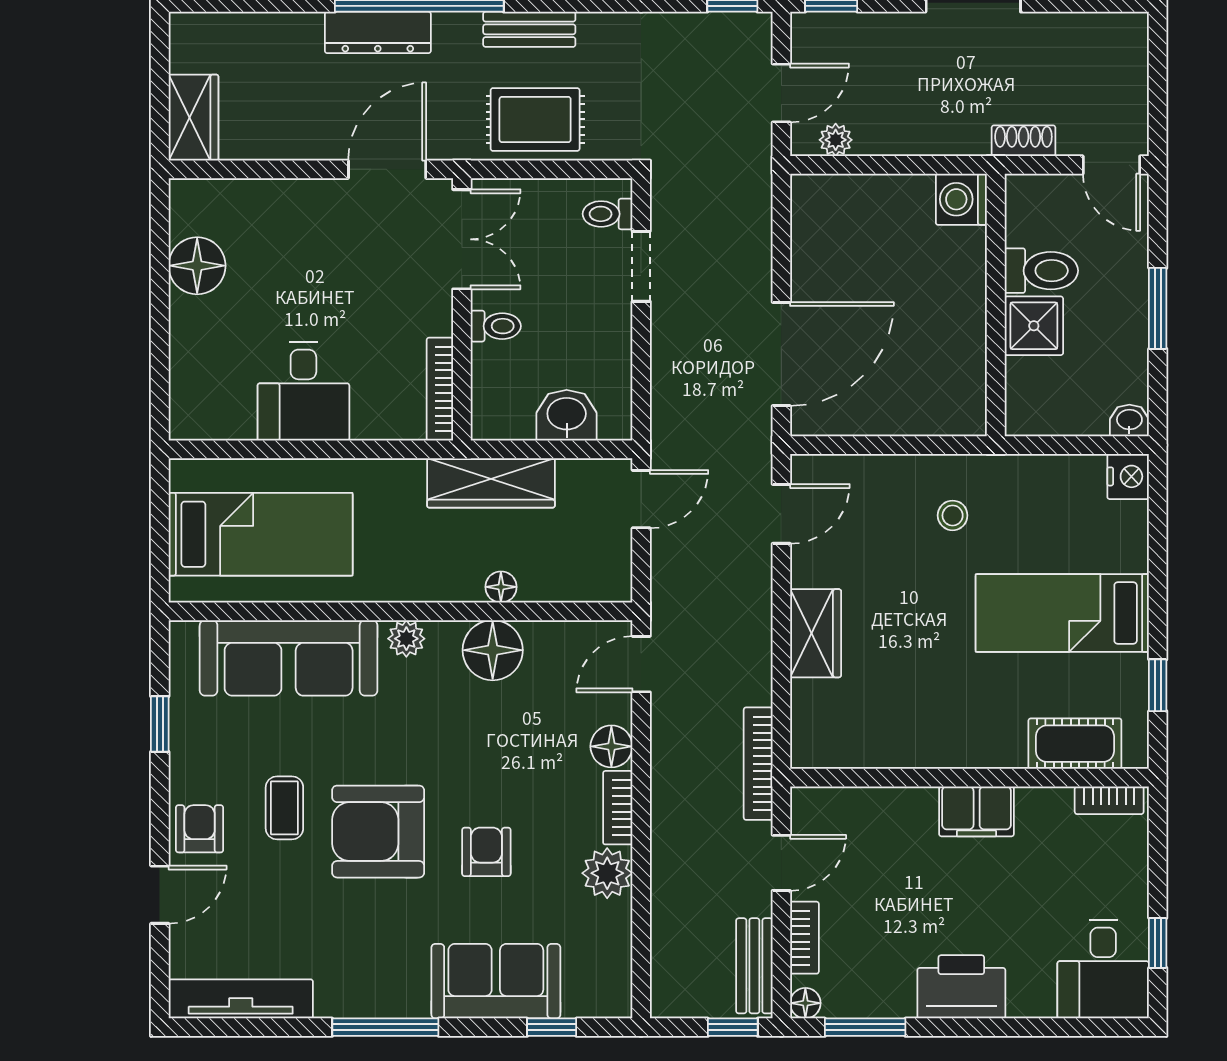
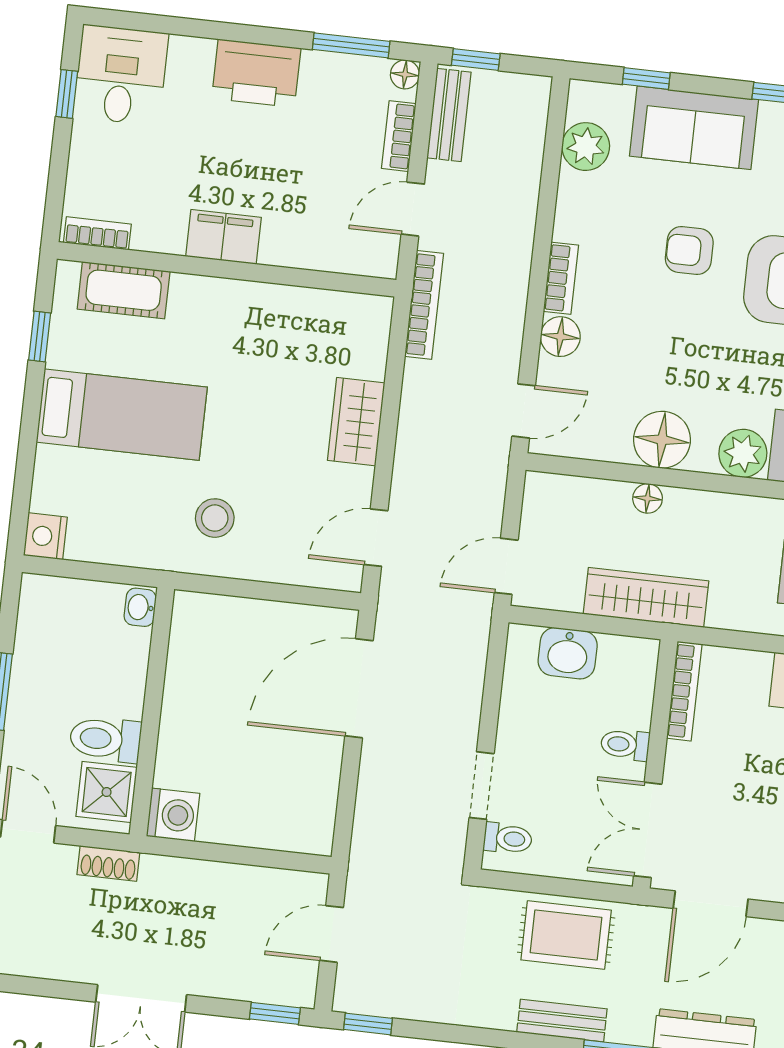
plant: (836, 140) -> (285, 884), removed
shower: (1034, 326) -> (107, 792), moved
washbasin: (1129, 420) -> (140, 607), moved, turned 90
stool: (953, 515) -> (215, 518), width x1.37, depth x1.37
plant: (406, 639) -> (743, 453), width x1.38, depth x1.38
armchair: (486, 852) -> (689, 251), turned 90
plant: (607, 873) -> (586, 147), moved

